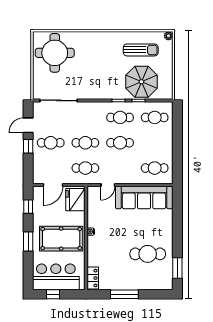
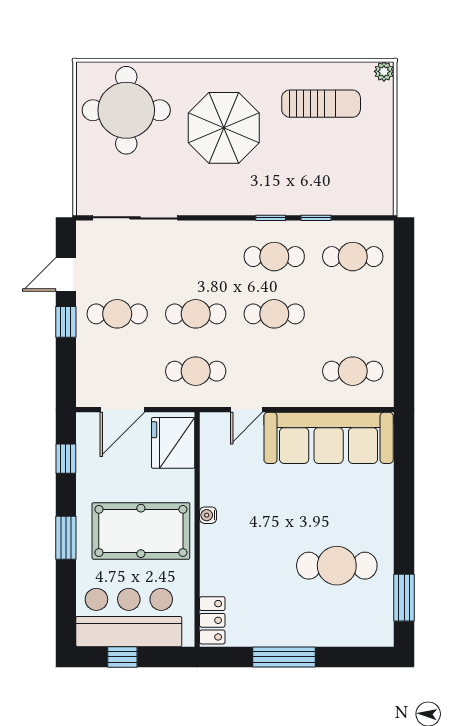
parasol: (141, 82) -> (224, 128), moved

